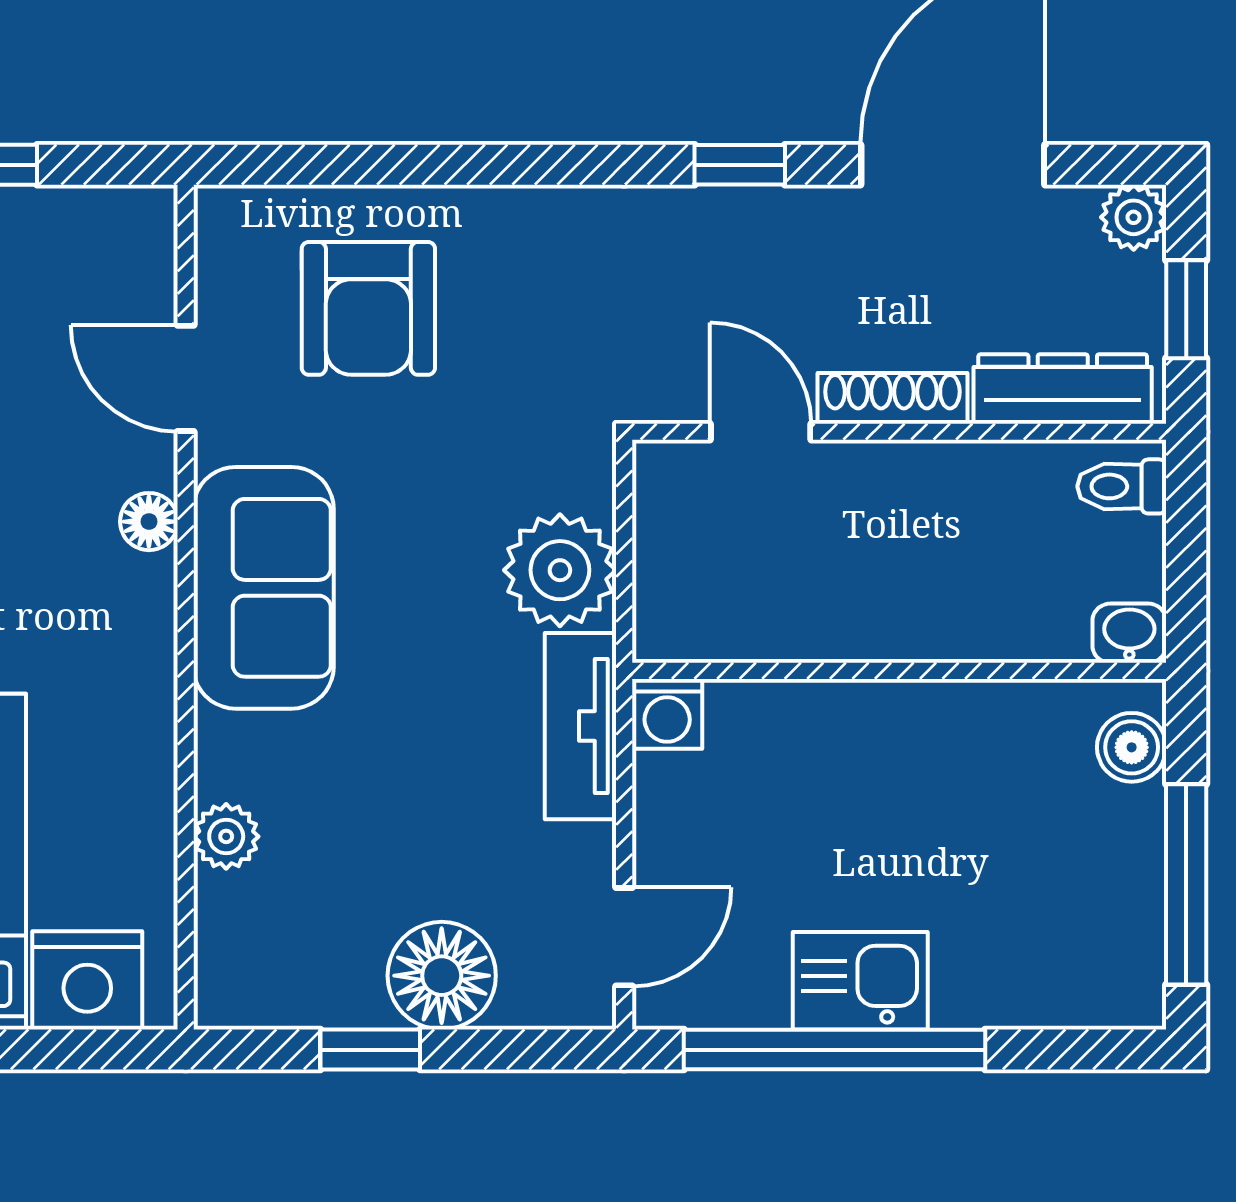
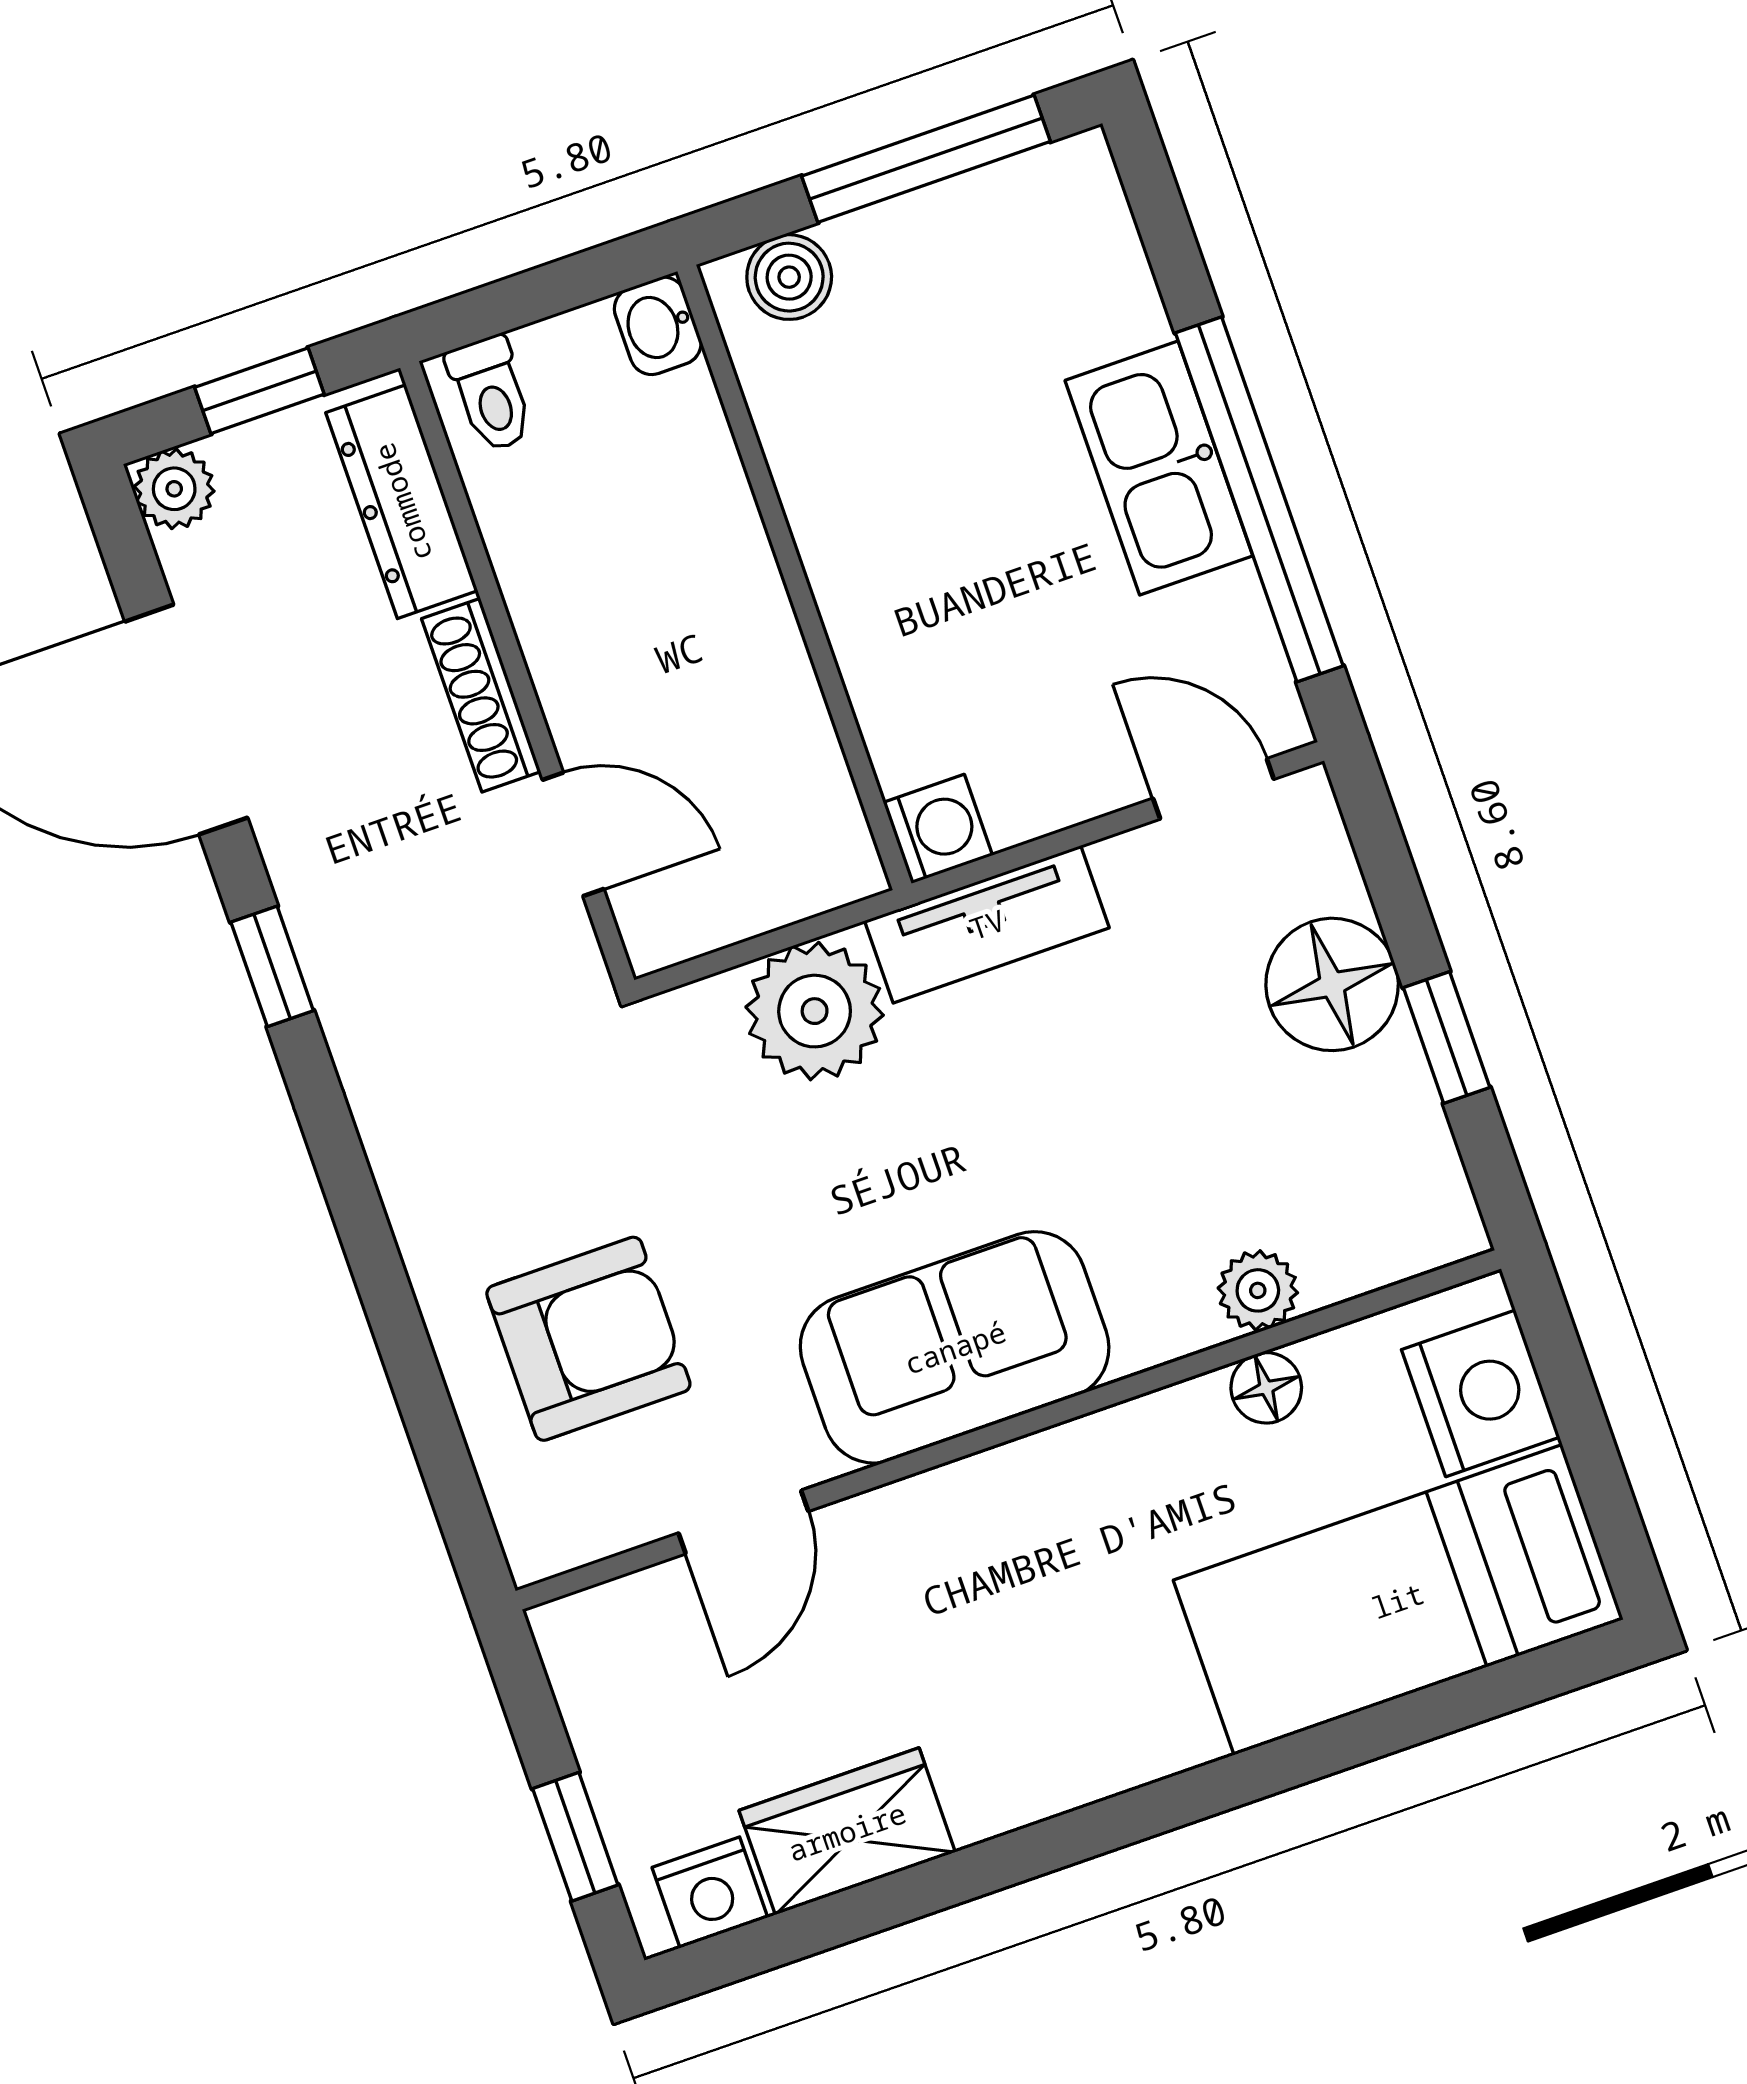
door: (761, 432) -> (573, 834), swing flipped
floor lamp: (149, 522) -> (1266, 1388), moved
kitchen sink: (860, 981) -> (1159, 468), width x1.38

